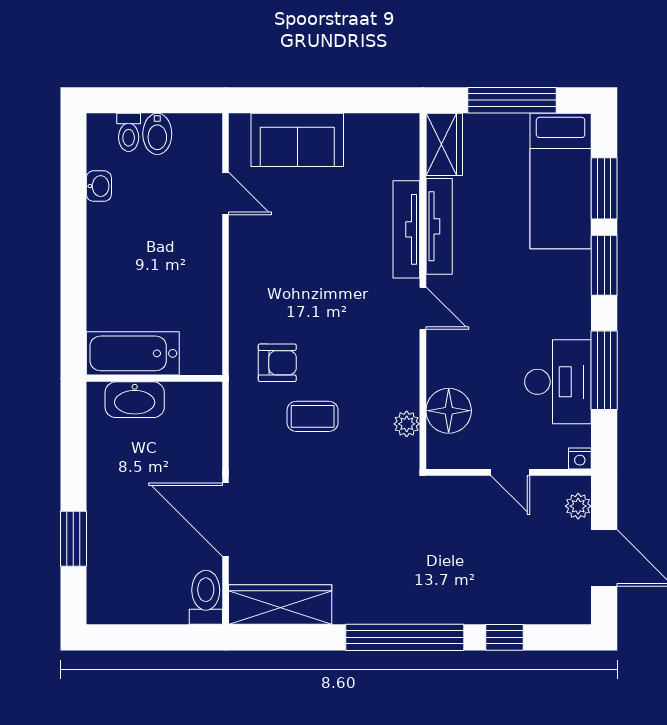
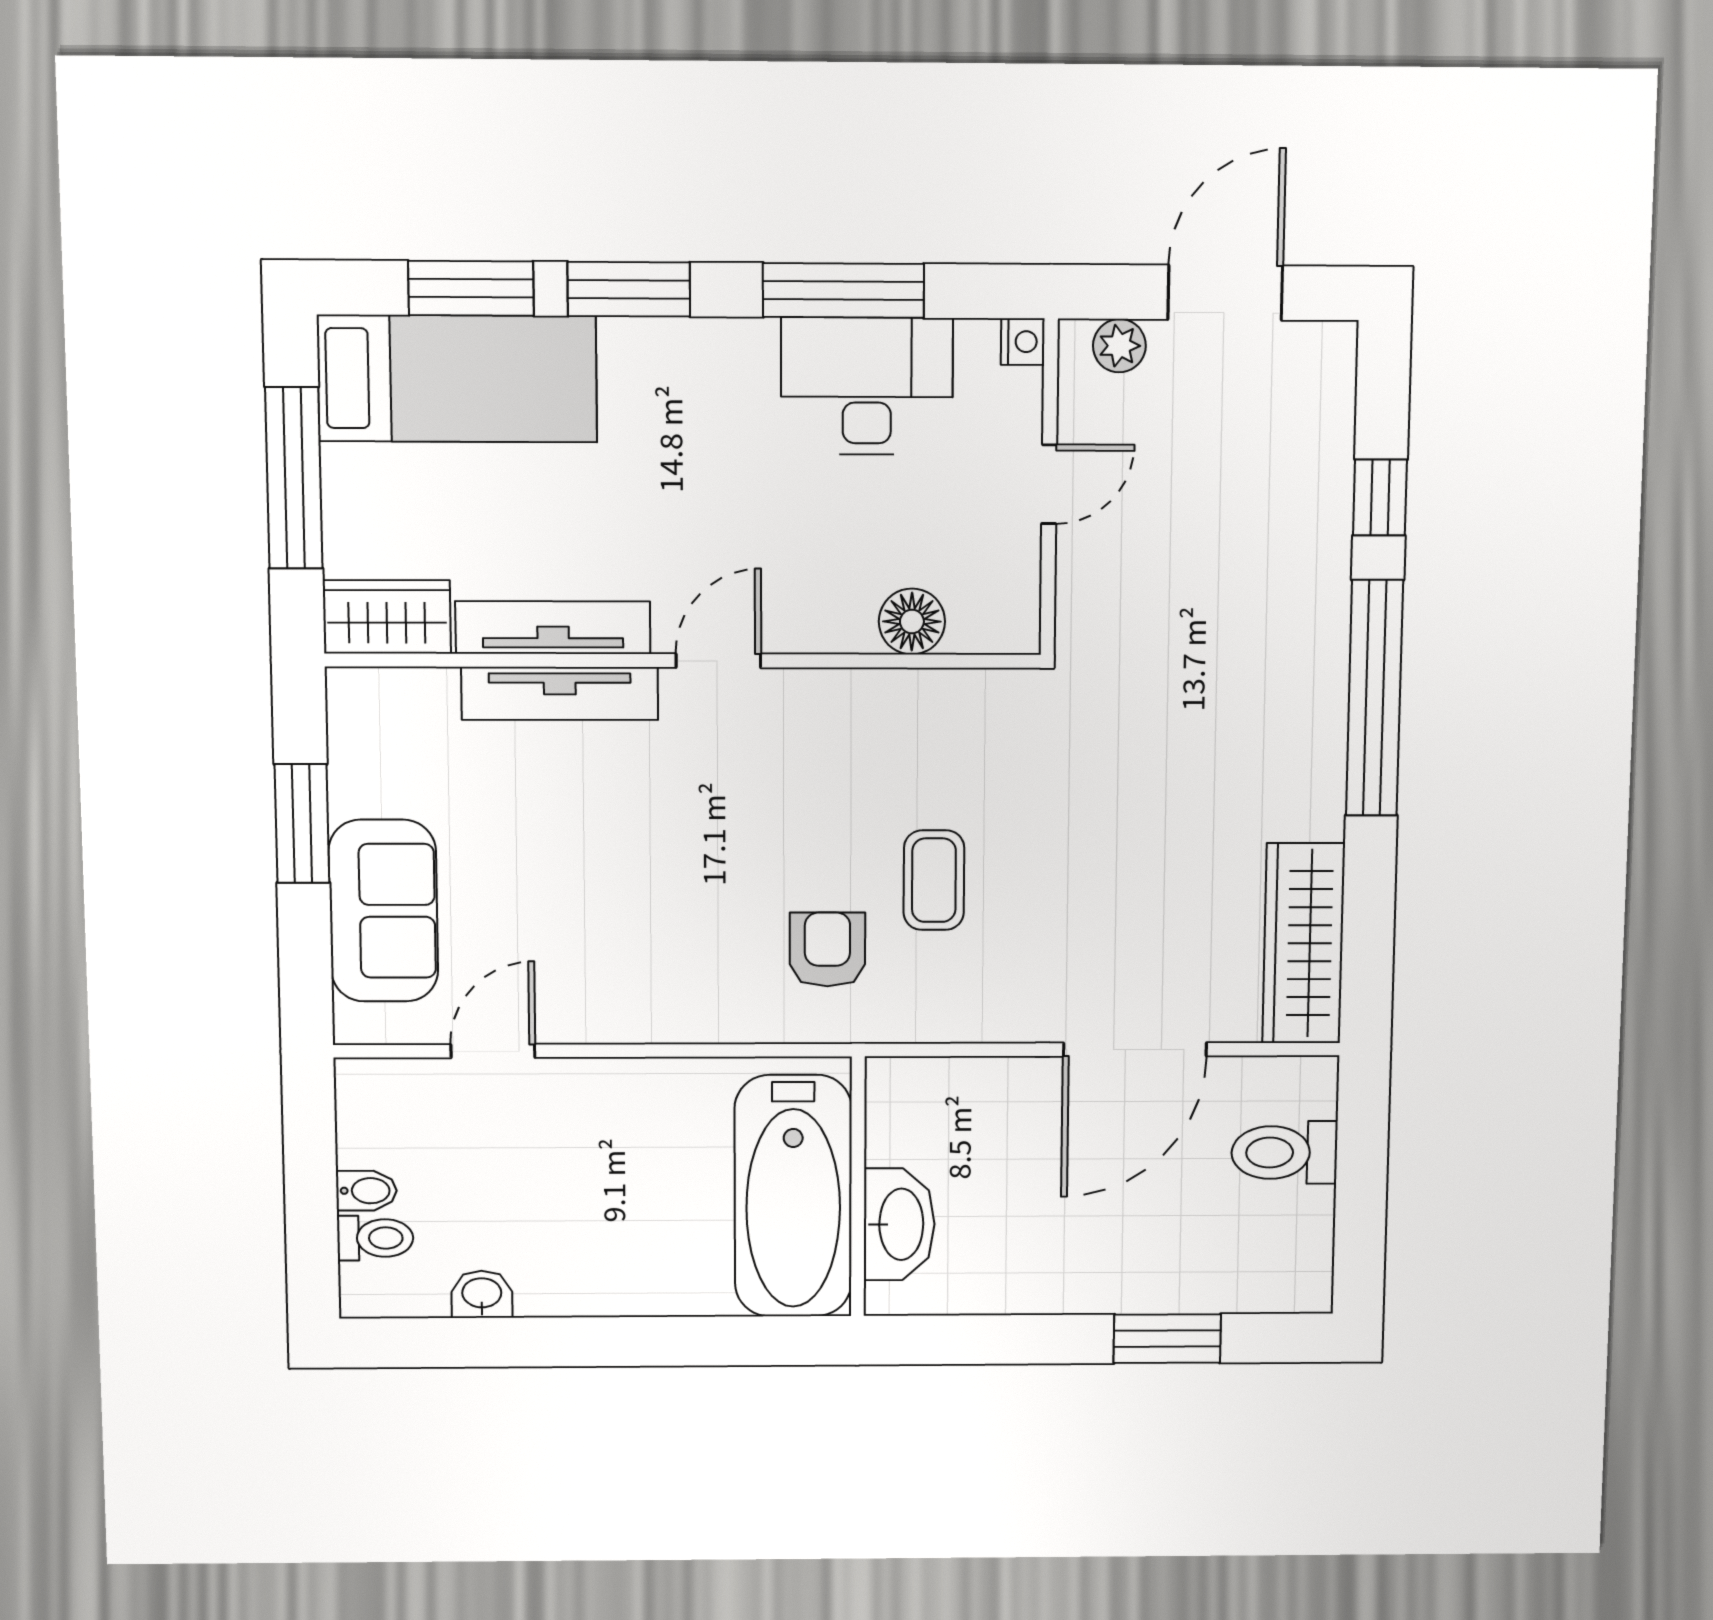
window: (341, 100) -> (302, 824), added
bidet: (157, 134) -> (366, 1191), width x0.72, depth x0.74
bathtub: (133, 353) -> (793, 1196), width x1.36, depth x1.36
floor lamp: (449, 411) -> (912, 621), width x0.73, depth x0.73
plant: (407, 424) -> (950, 694), removed
toilet: (206, 597) -> (1284, 1153), moved

